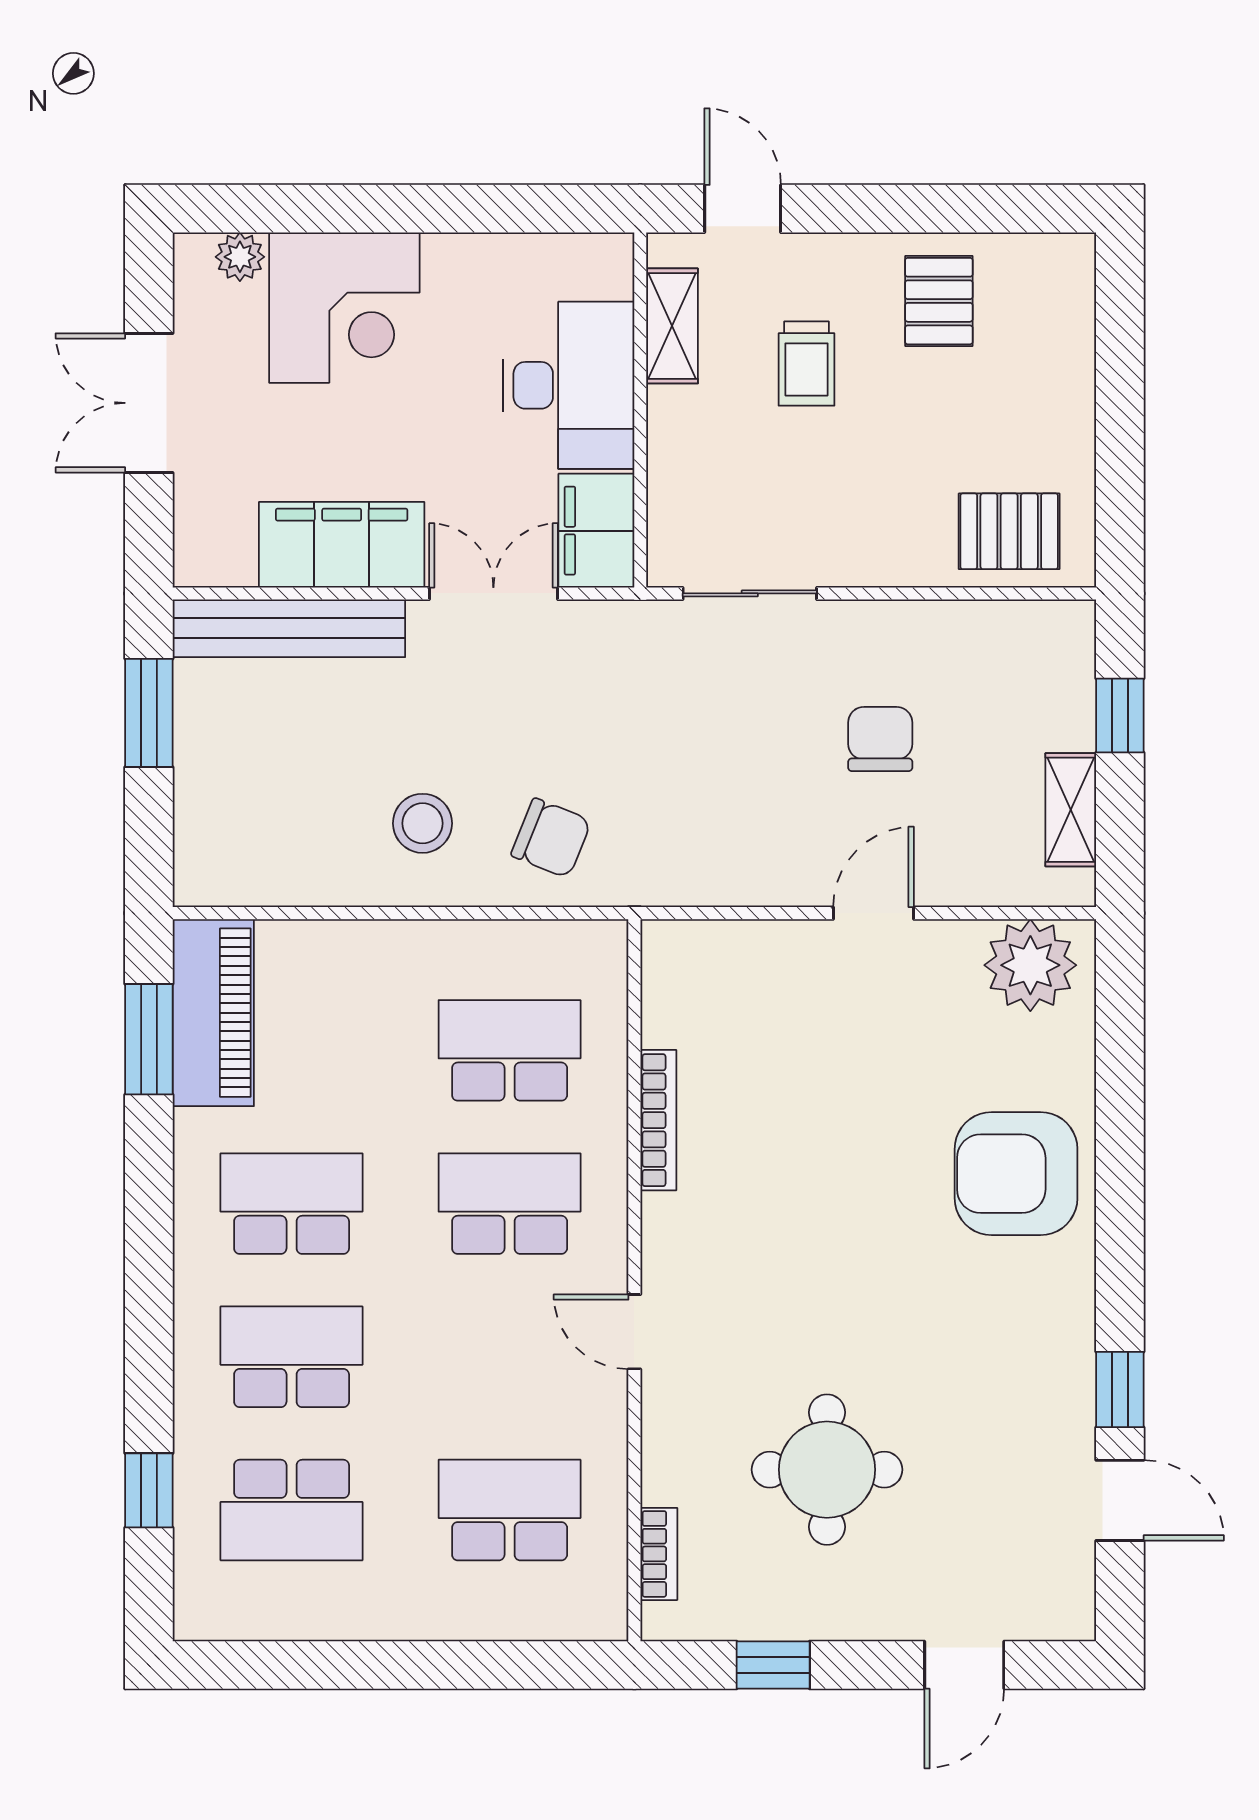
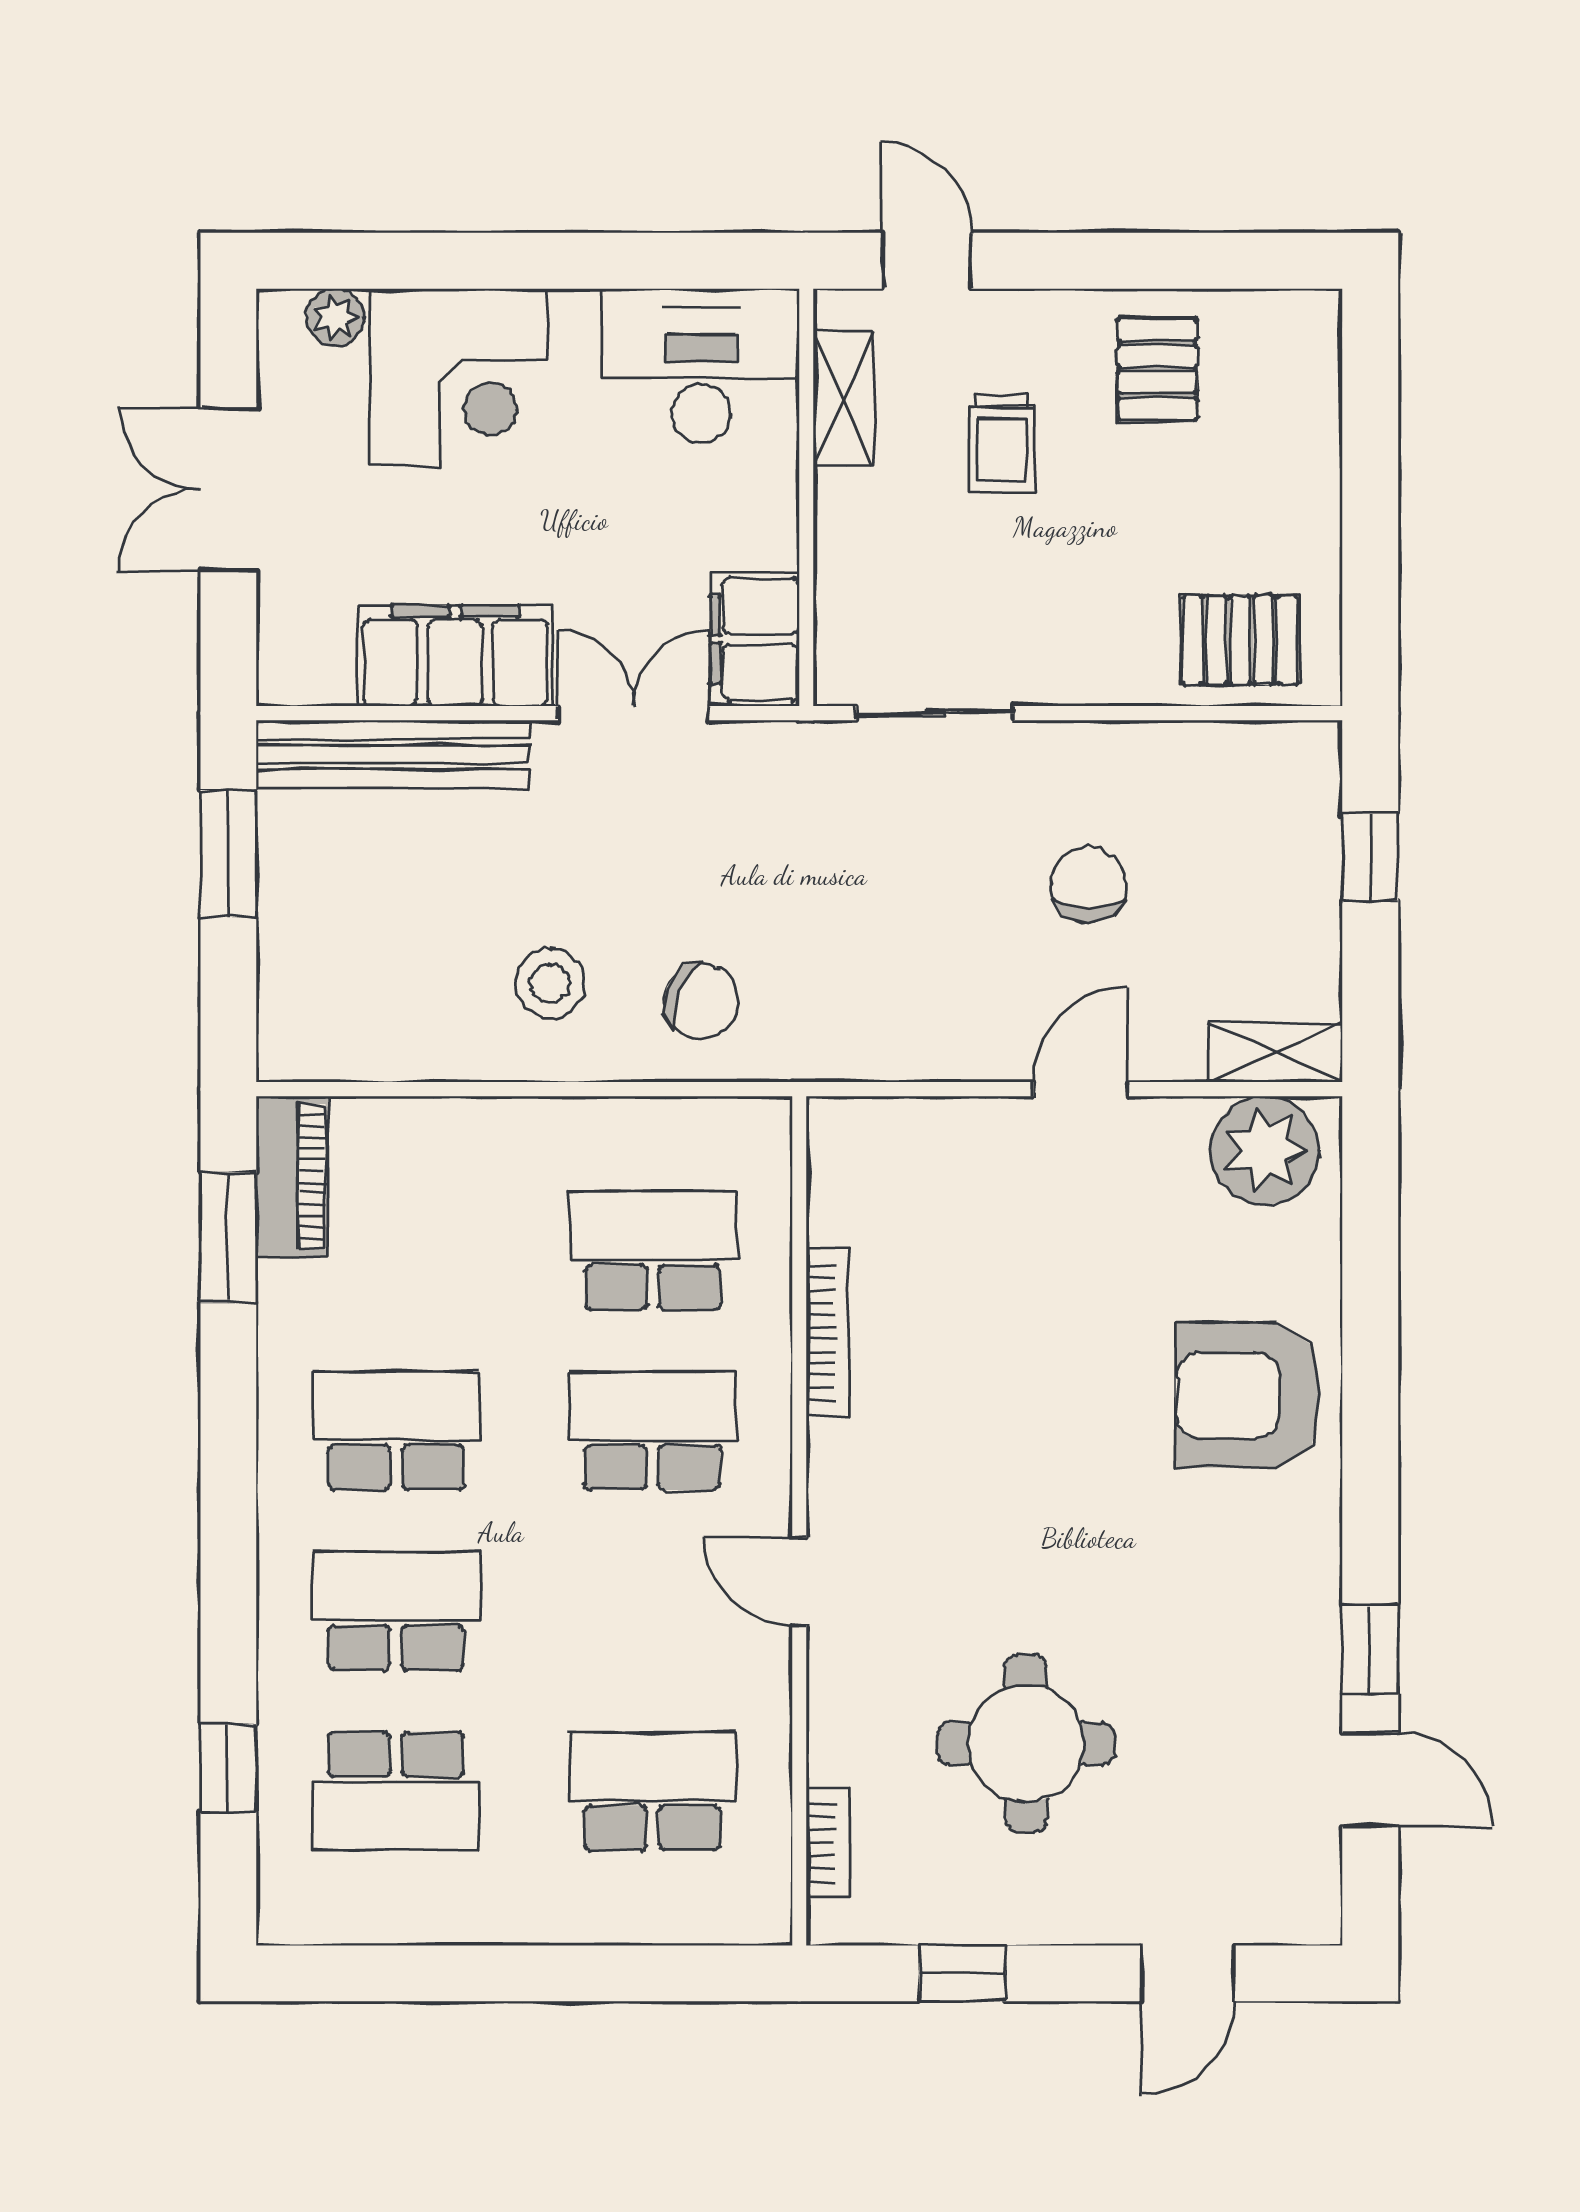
desk: (569, 385) -> (701, 366), moved, turned -90
shelving: (1071, 810) -> (1276, 1052), moved, turned 90
piano: (213, 1013) -> (292, 1177), width x0.73, depth x0.75

